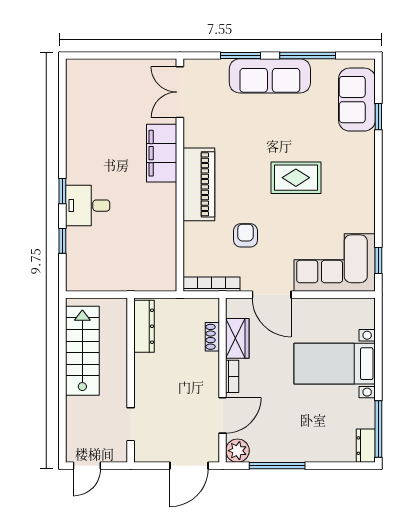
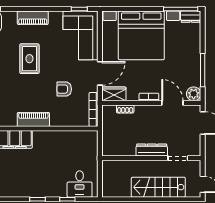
piano: (364, 183) -> (33, 18), added
piano: (199, 184) -> (33, 119), width x0.73, depth x0.75
desk: (88, 206) -> (80, 184), moved
dresser: (144, 326) -> (152, 150), moved
wardrobe: (237, 338) -> (114, 94), moved
stairs: (82, 351) -> (158, 187), moved
bed with nightstands: (335, 364) -> (141, 35), width x1.85

